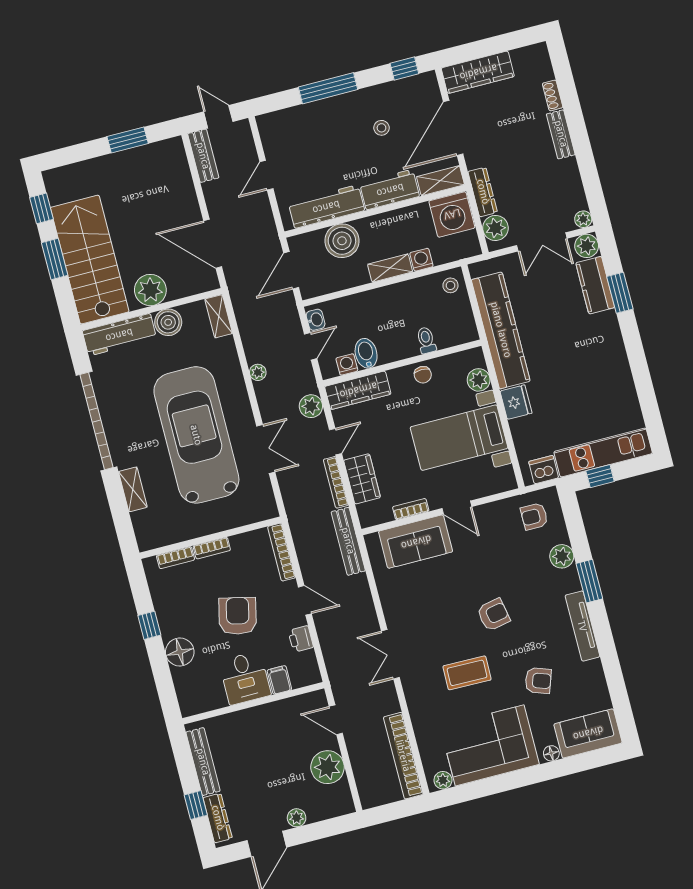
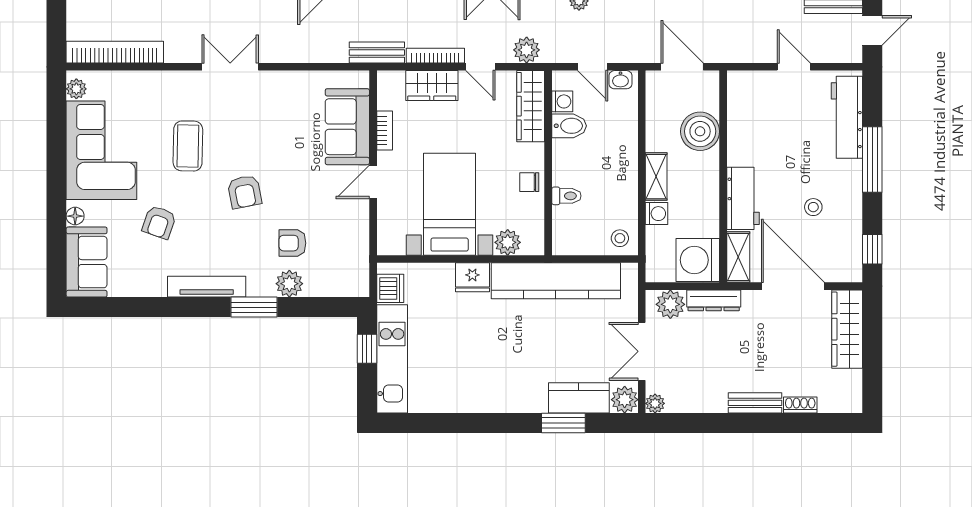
workbench: (326, 207) -> (847, 117), moved, turned 180
armchair: (534, 516) -> (292, 243), moved, turned -90
bench: (348, 541) -> (377, 53), width x0.73

